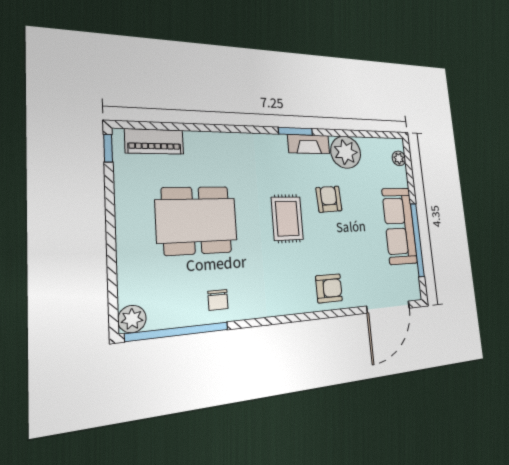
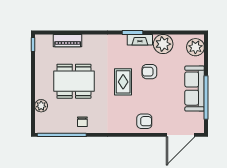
piano: (154, 141) -> (68, 41), moved
plant: (399, 158) -> (195, 47), width x1.88, depth x1.88
armchair: (329, 199) -> (149, 72), turned -87
plant: (132, 319) -> (41, 106), moved

